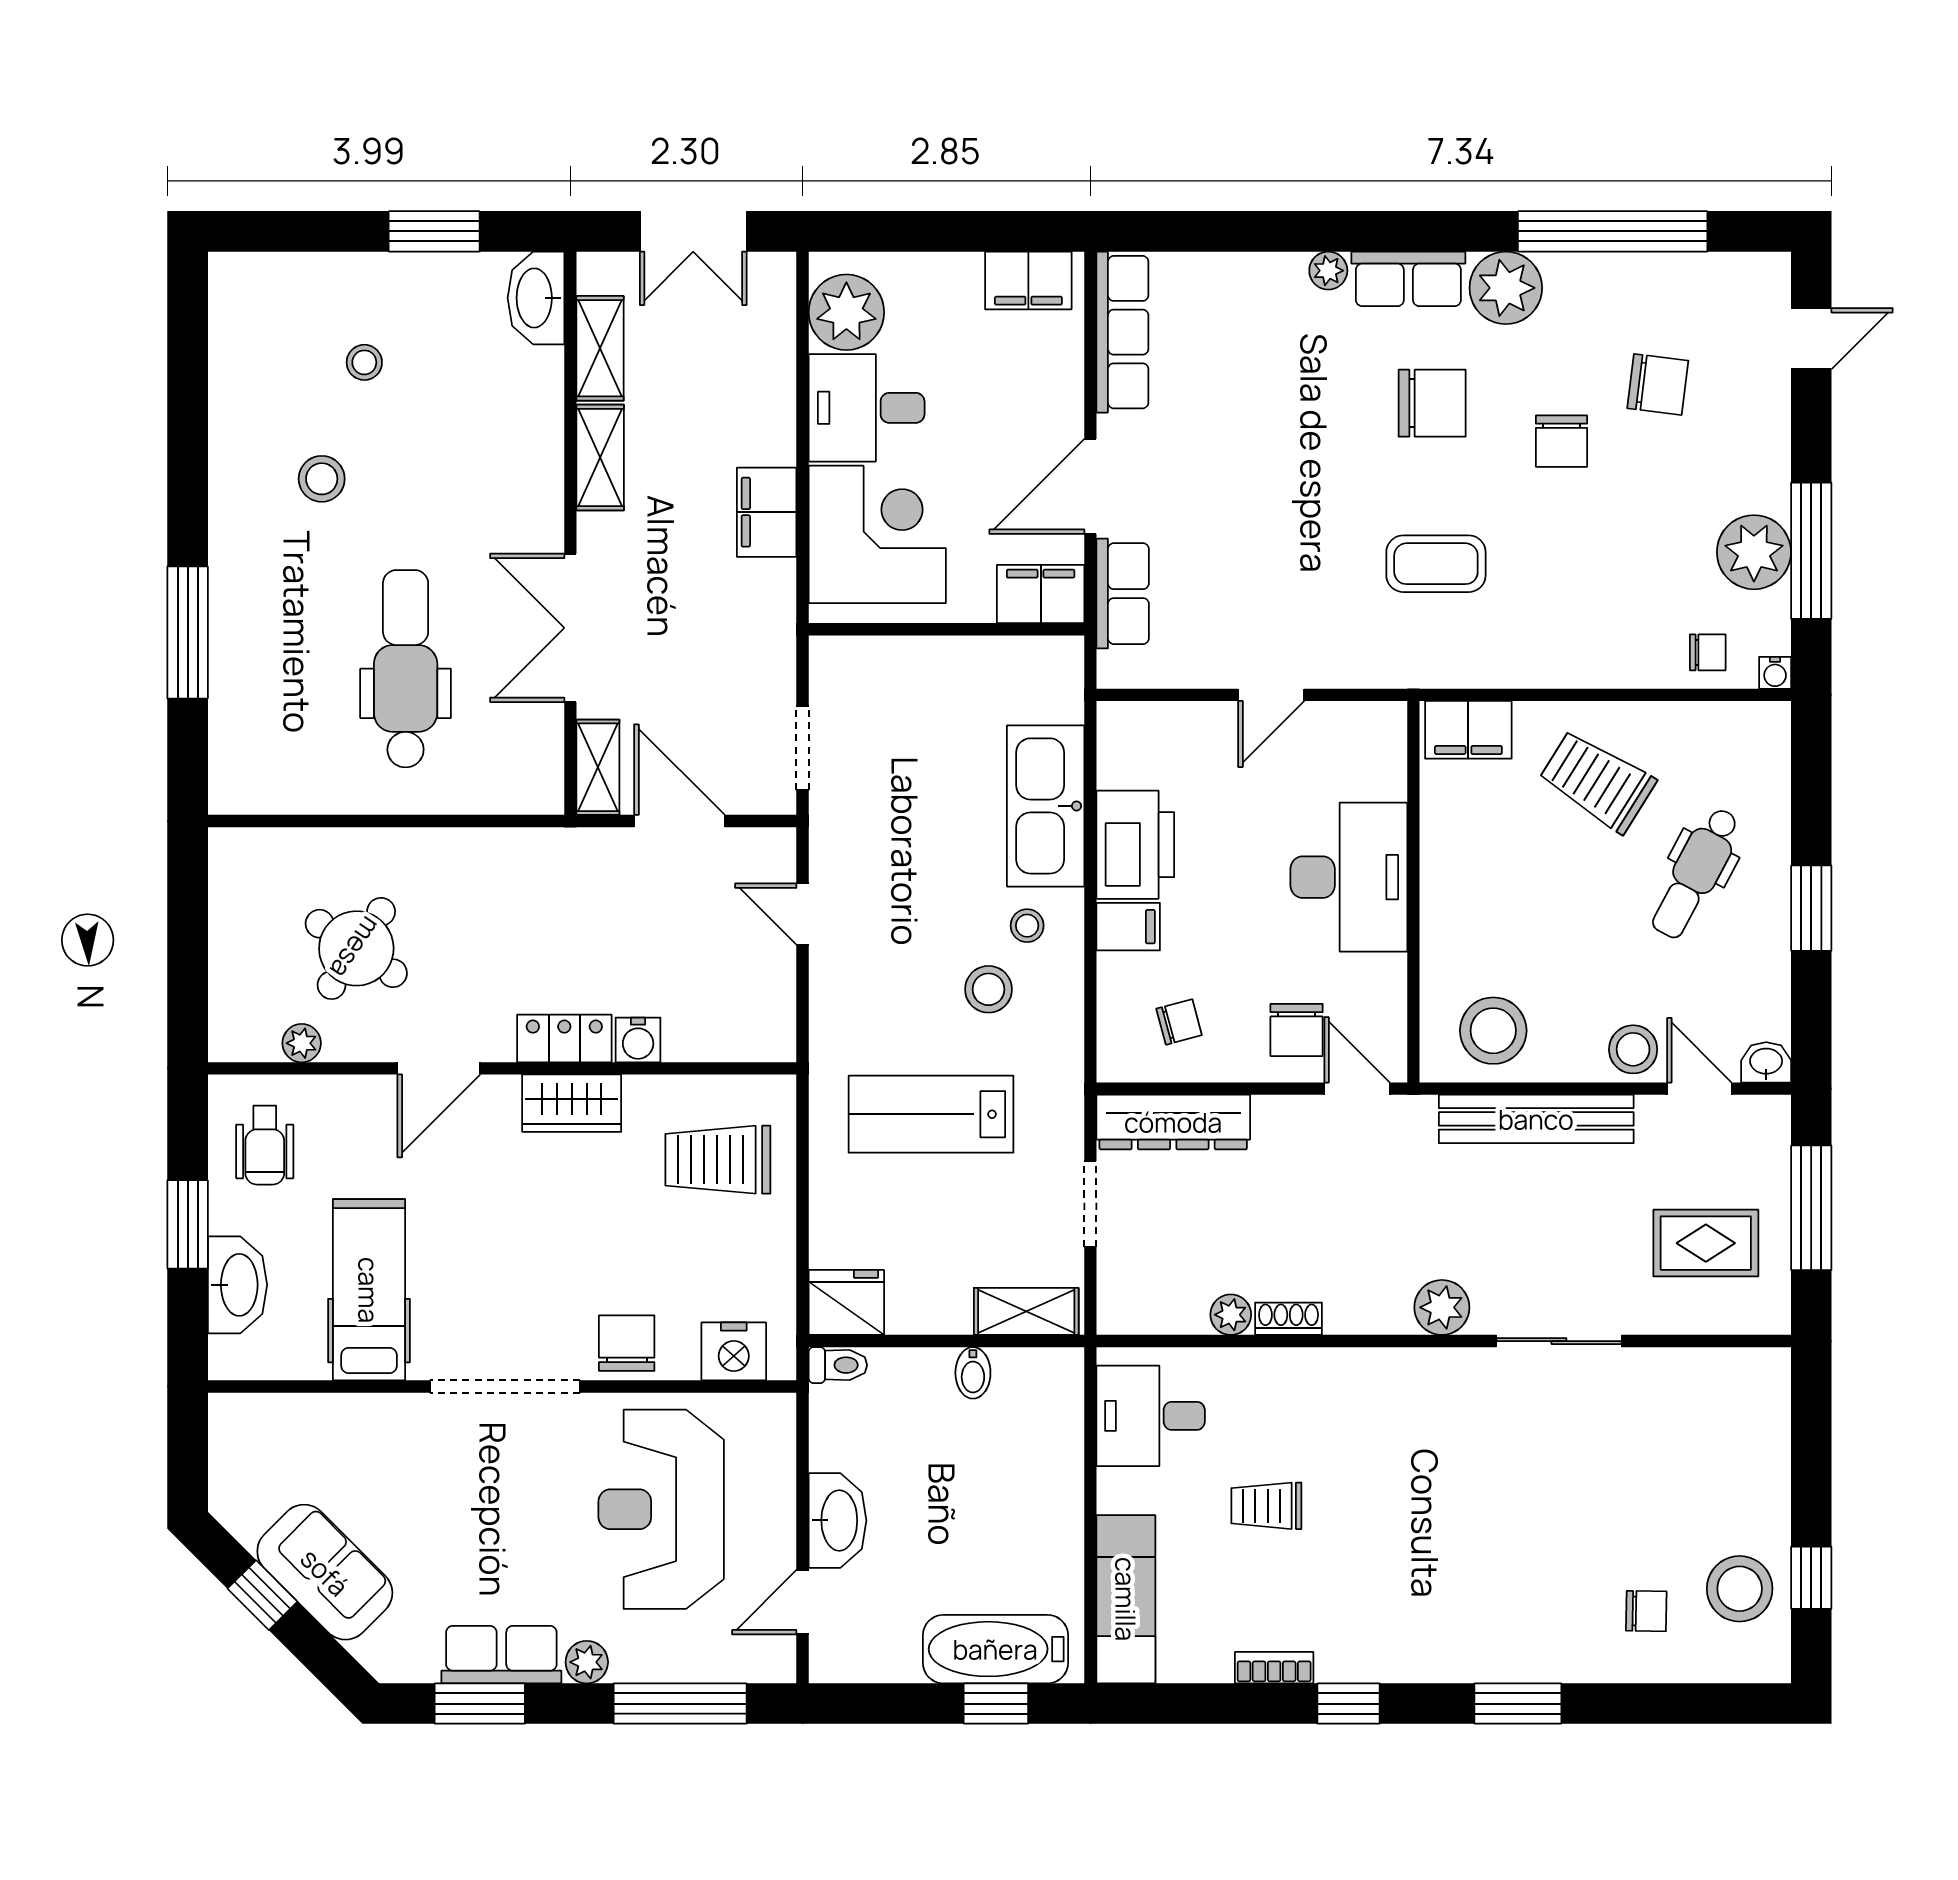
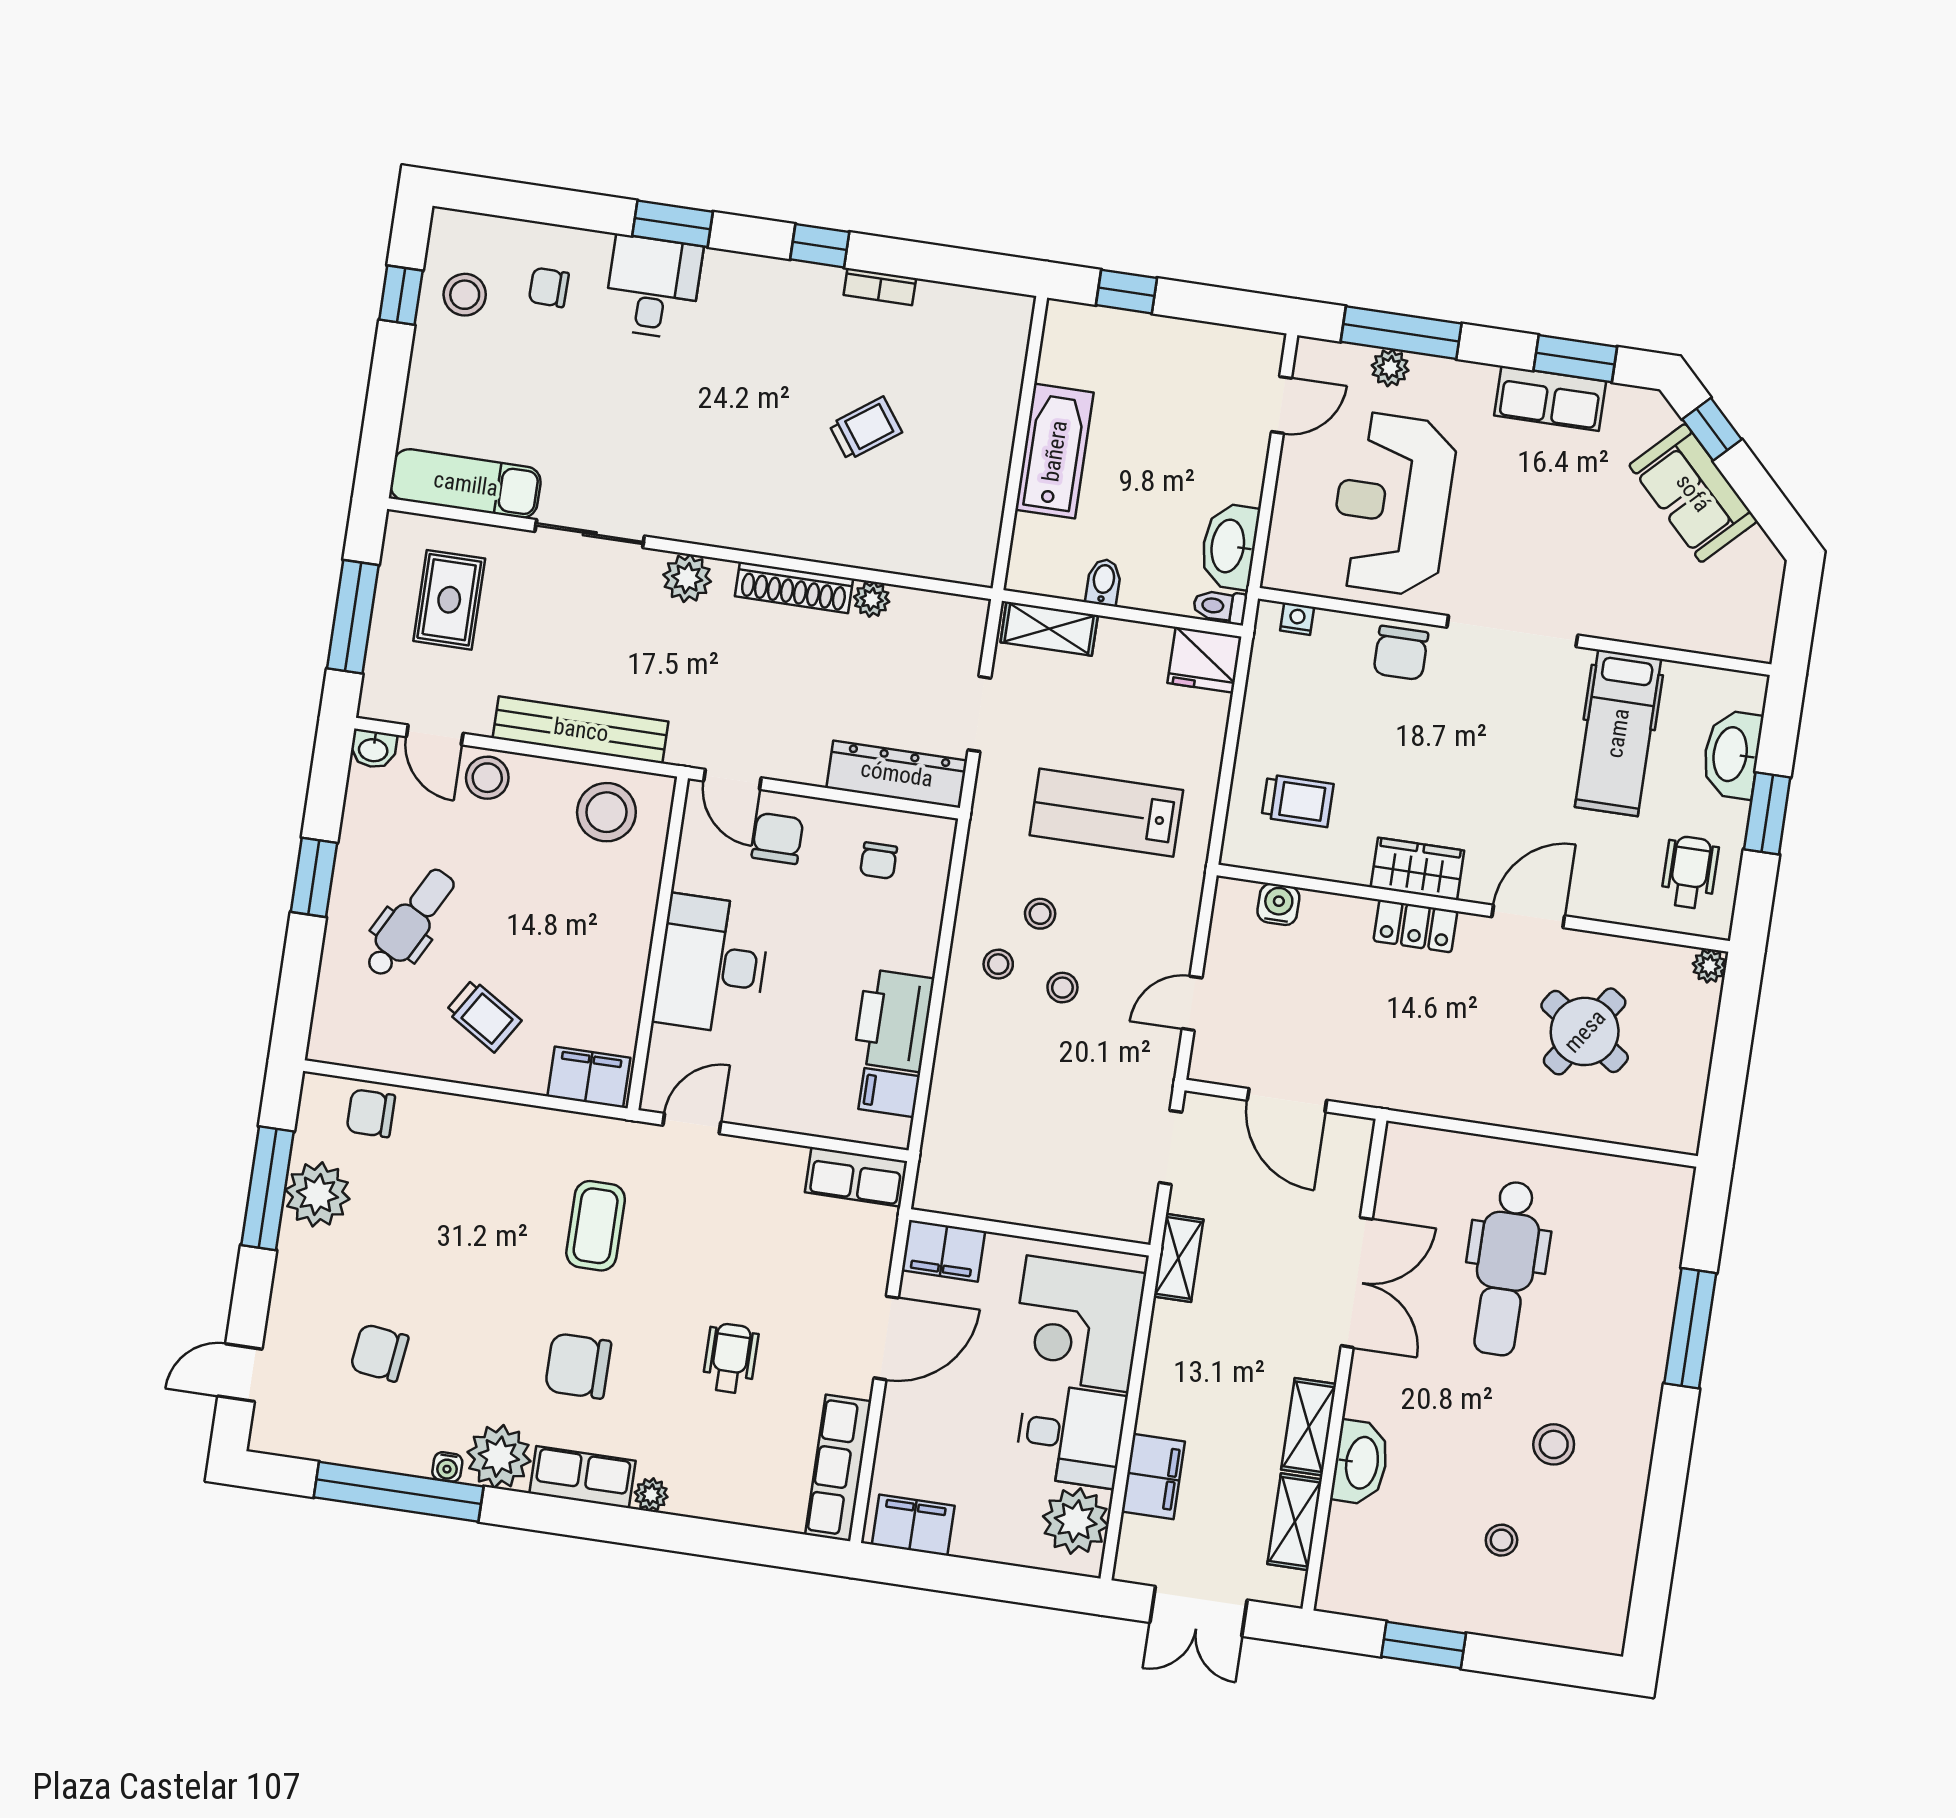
double door: (693, 231) -> (1198, 1611), swing flipped
washbasin: (536, 298) -> (1360, 1463), moved
wheelchair: (1262, 437) -> (730, 1358), added
chair: (1561, 441) -> (470, 1316), removed
filing cabinet: (767, 512) -> (1153, 1476), moved
coffee table: (1436, 564) -> (596, 1226), turned 90
row of seats: (1123, 594) -> (856, 1177), moved, turned -90
chair: (1708, 652) -> (371, 1113), width x1.37, depth x1.37
water cooler: (1775, 673) -> (447, 1467), moved, turned 180
door: (1271, 695) -> (692, 1124), moved
shelving: (598, 767) -> (1178, 1258), moved
trolley: (1597, 781) -> (484, 1016), width x0.73, depth x0.72
kitchen sink: (1046, 806) -> (967, 1066), removed
stool: (951, 910) -> (1062, 988), added
door: (803, 914) -> (1192, 1003), swing flipped
filing cabinet: (1128, 927) -> (889, 1093), moved
stool: (988, 989) -> (1040, 914), width x0.73, depth x0.73
chair: (1179, 1022) -> (879, 861), turned -75
water cooler: (638, 1040) -> (1278, 904), moved
plant: (302, 1043) -> (1709, 966), moved
lab bench: (931, 1114) -> (1106, 813), turned 180
trolley: (718, 1160) -> (1298, 801), width x0.73, depth x0.72
rug: (1706, 1243) -> (449, 600), turned 90
shoe rack: (1289, 1319) -> (794, 587), width x1.94, depth x1.24
nightstand: (734, 1351) -> (1297, 619), width x0.53, depth x0.56
desk: (1151, 1416) -> (653, 287), moved, turned -90
trolley: (1266, 1506) -> (866, 428), turned -36
reception desk: (661, 1509) -> (1392, 504), turned 180
washbasin: (838, 1520) -> (1229, 546), moved
stool: (1740, 1589) -> (465, 295), width x0.73, depth x0.73
window: (262, 1595) -> (1712, 429), moved
exam couch: (1126, 1599) -> (466, 484), moved, turned 90
bathtub: (995, 1649) -> (1055, 451), moved, turned -90
plant: (587, 1662) -> (1390, 368), moved

